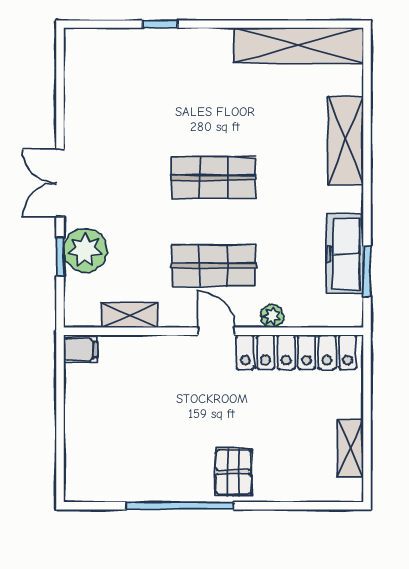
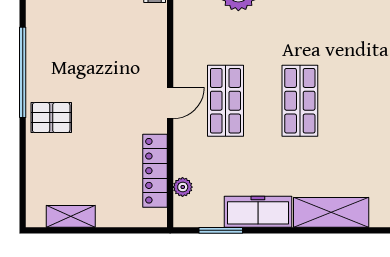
freezer: (345, 254) -> (258, 212), moved
shelving: (129, 315) -> (184, 30), removed
plant: (272, 316) -> (183, 187), moved
locker: (296, 352) -> (155, 171), width x0.71, depth x0.83

